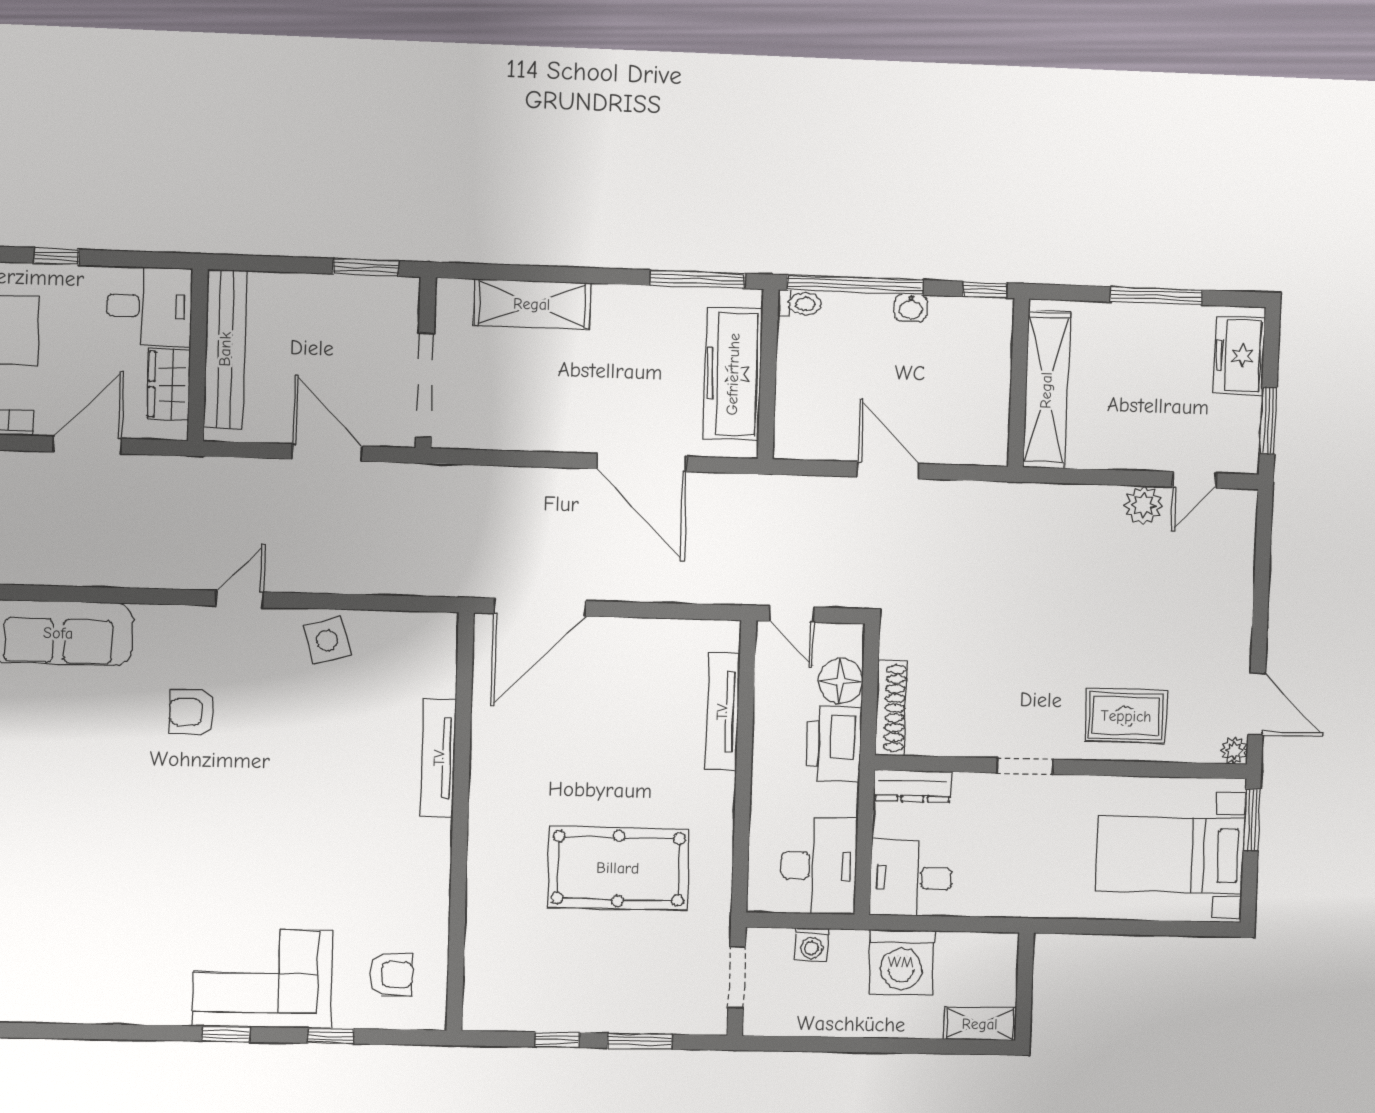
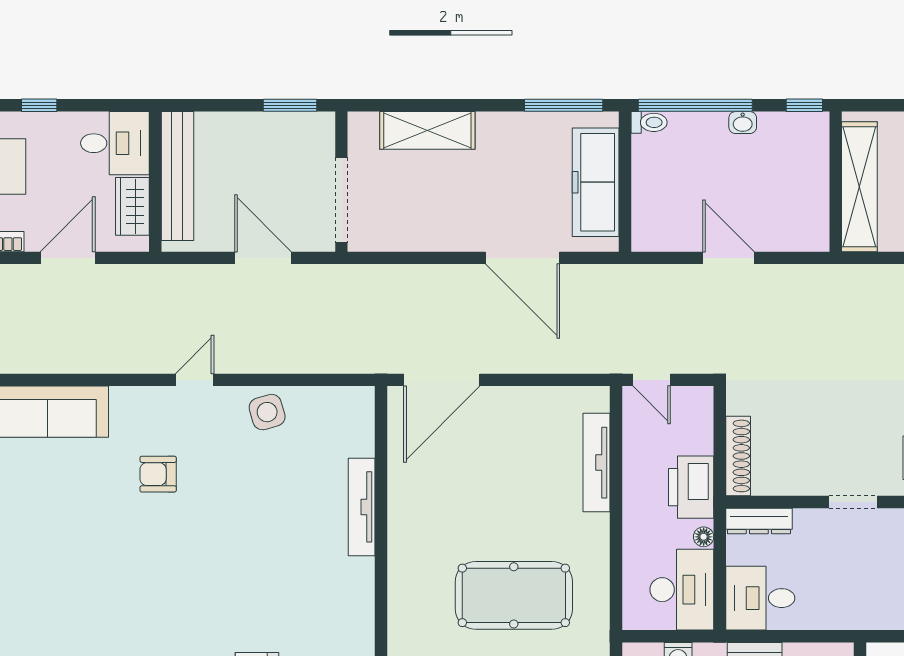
floor lamp: (841, 681) -> (704, 537), moved, width x0.53, depth x0.53

